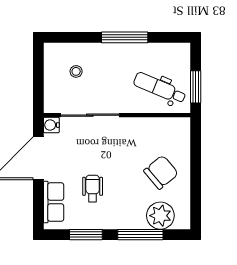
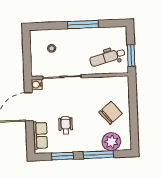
dental chair: (160, 88) -> (107, 57), turned -38

